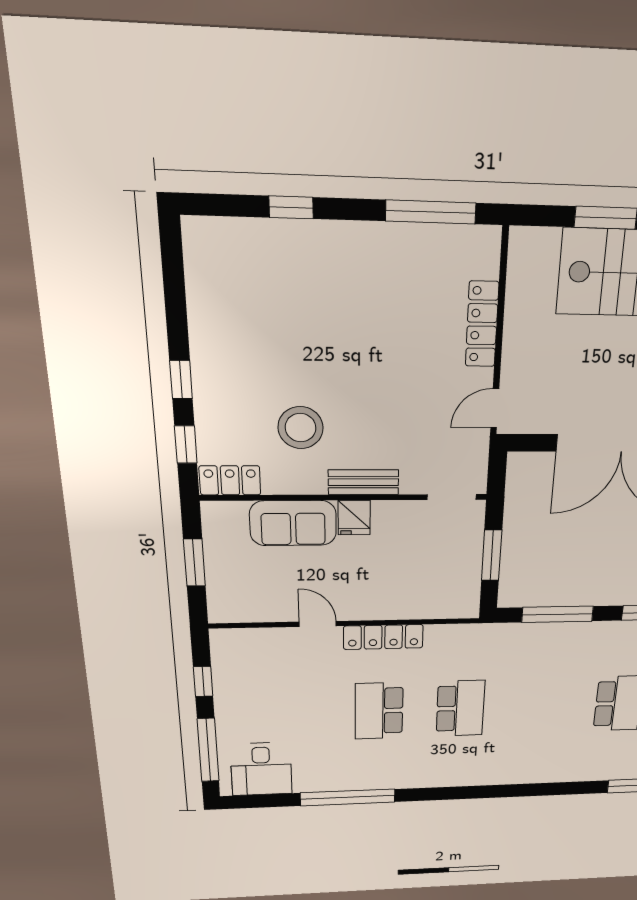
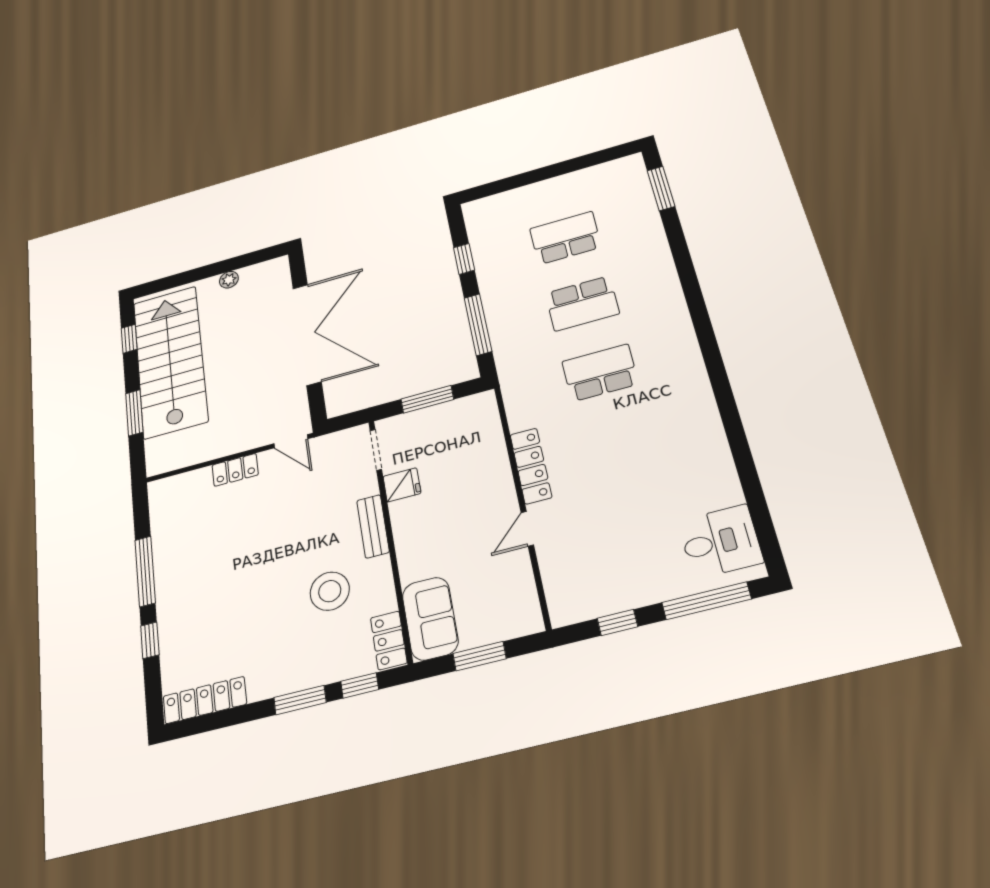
window: (431, 212) -> (145, 571), moved
locker: (201, 269) -> (205, 700), added
locker: (482, 324) -> (235, 470), width x0.66
window: (181, 380) -> (300, 700), width x1.50
fridge: (354, 518) -> (402, 485), moved
sofa: (293, 523) -> (430, 618), moved
school desk: (379, 711) -> (582, 303), moved
window: (348, 797) -> (739, 446), removed

